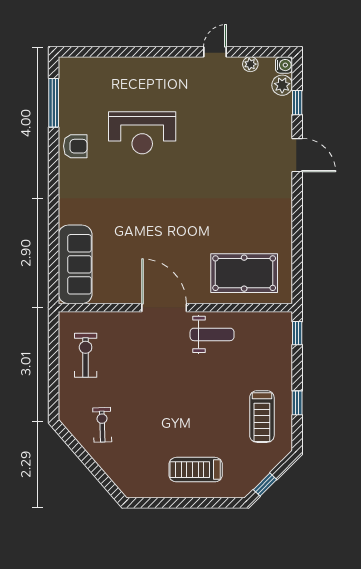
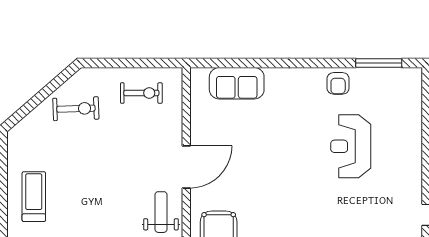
sofa: (75, 264) -> (237, 83), width x0.73
weight bench: (212, 334) -> (161, 212), turned 180
exercise bike: (102, 425) -> (76, 109), width x1.38, depth x1.39

